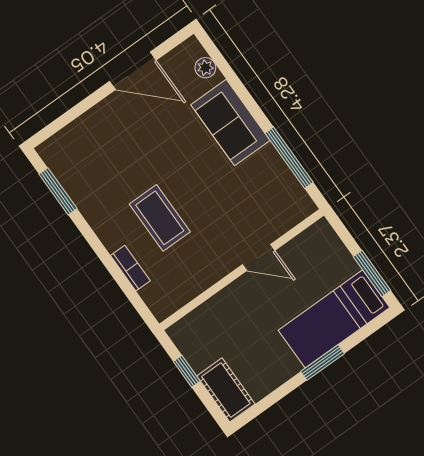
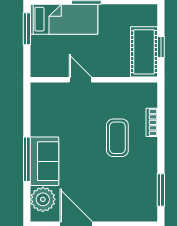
plant: (205, 68) -> (43, 199), width x1.88, depth x1.88
window: (289, 158) -> (27, 159), moved
cot: (226, 390) -> (144, 52), moved, width x1.37, depth x1.34

